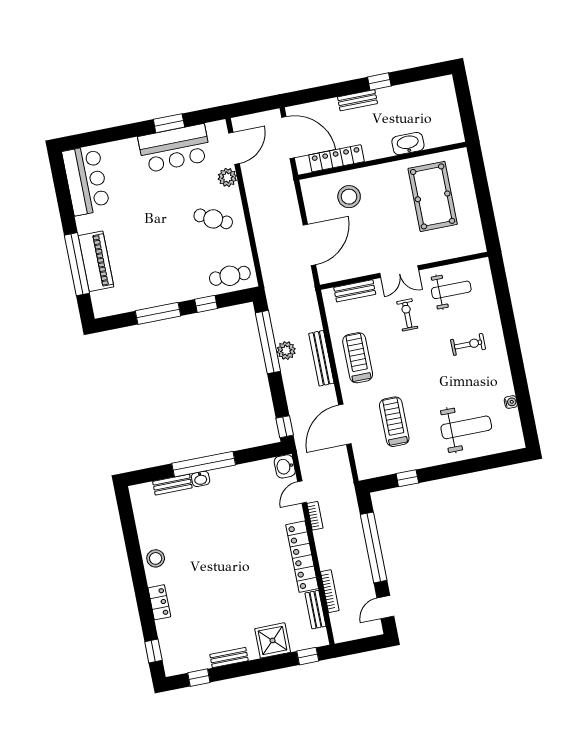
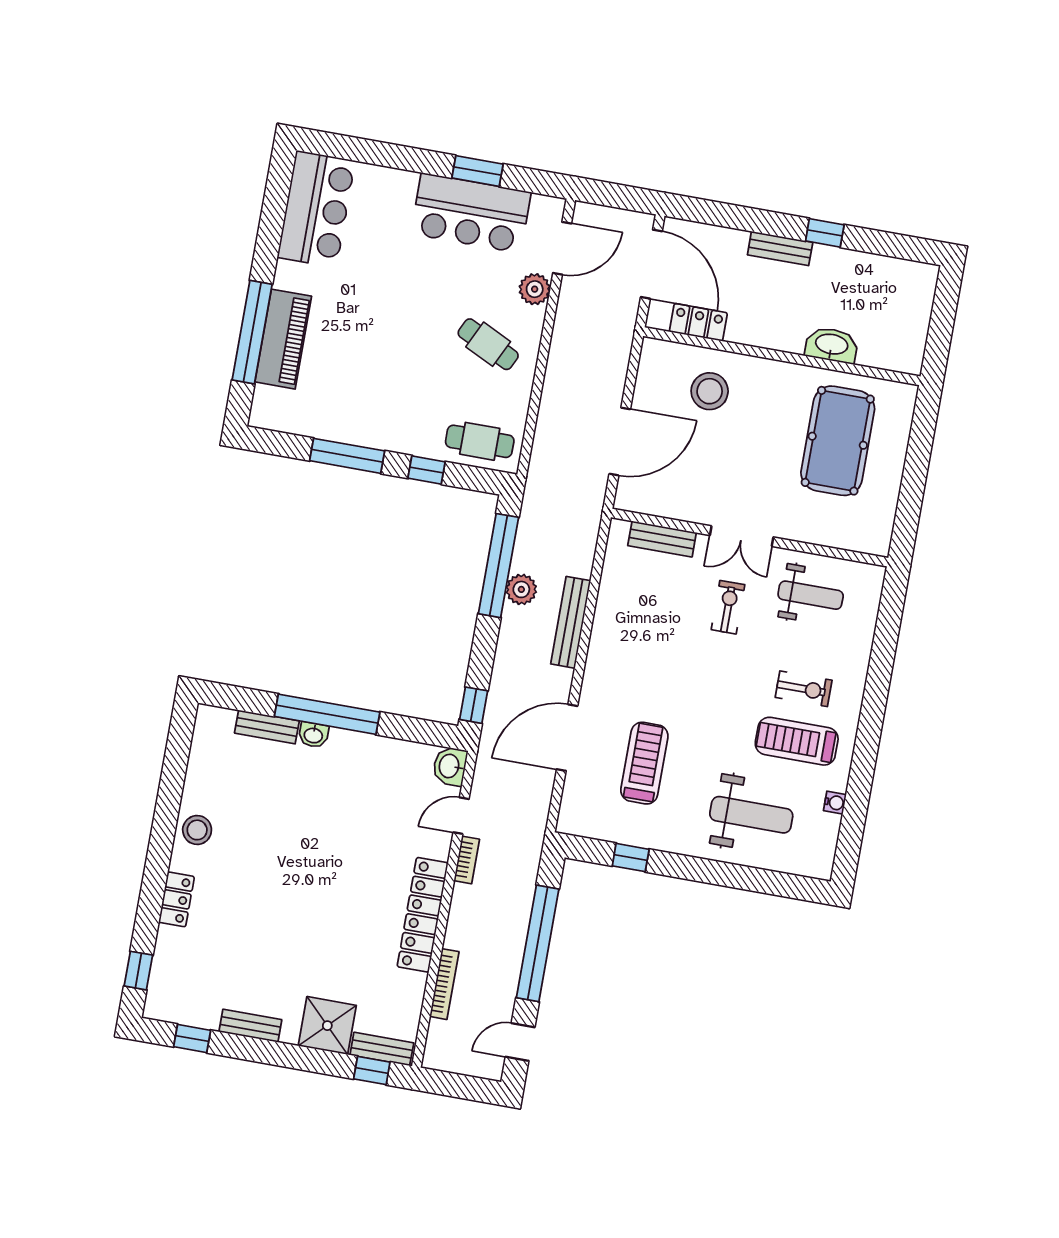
locker: (336, 158) -> (698, 322), width x0.66
treadmill: (358, 358) -> (797, 741), moved, turned -90
bench: (315, 610) -> (382, 1049), moved, turned 90

